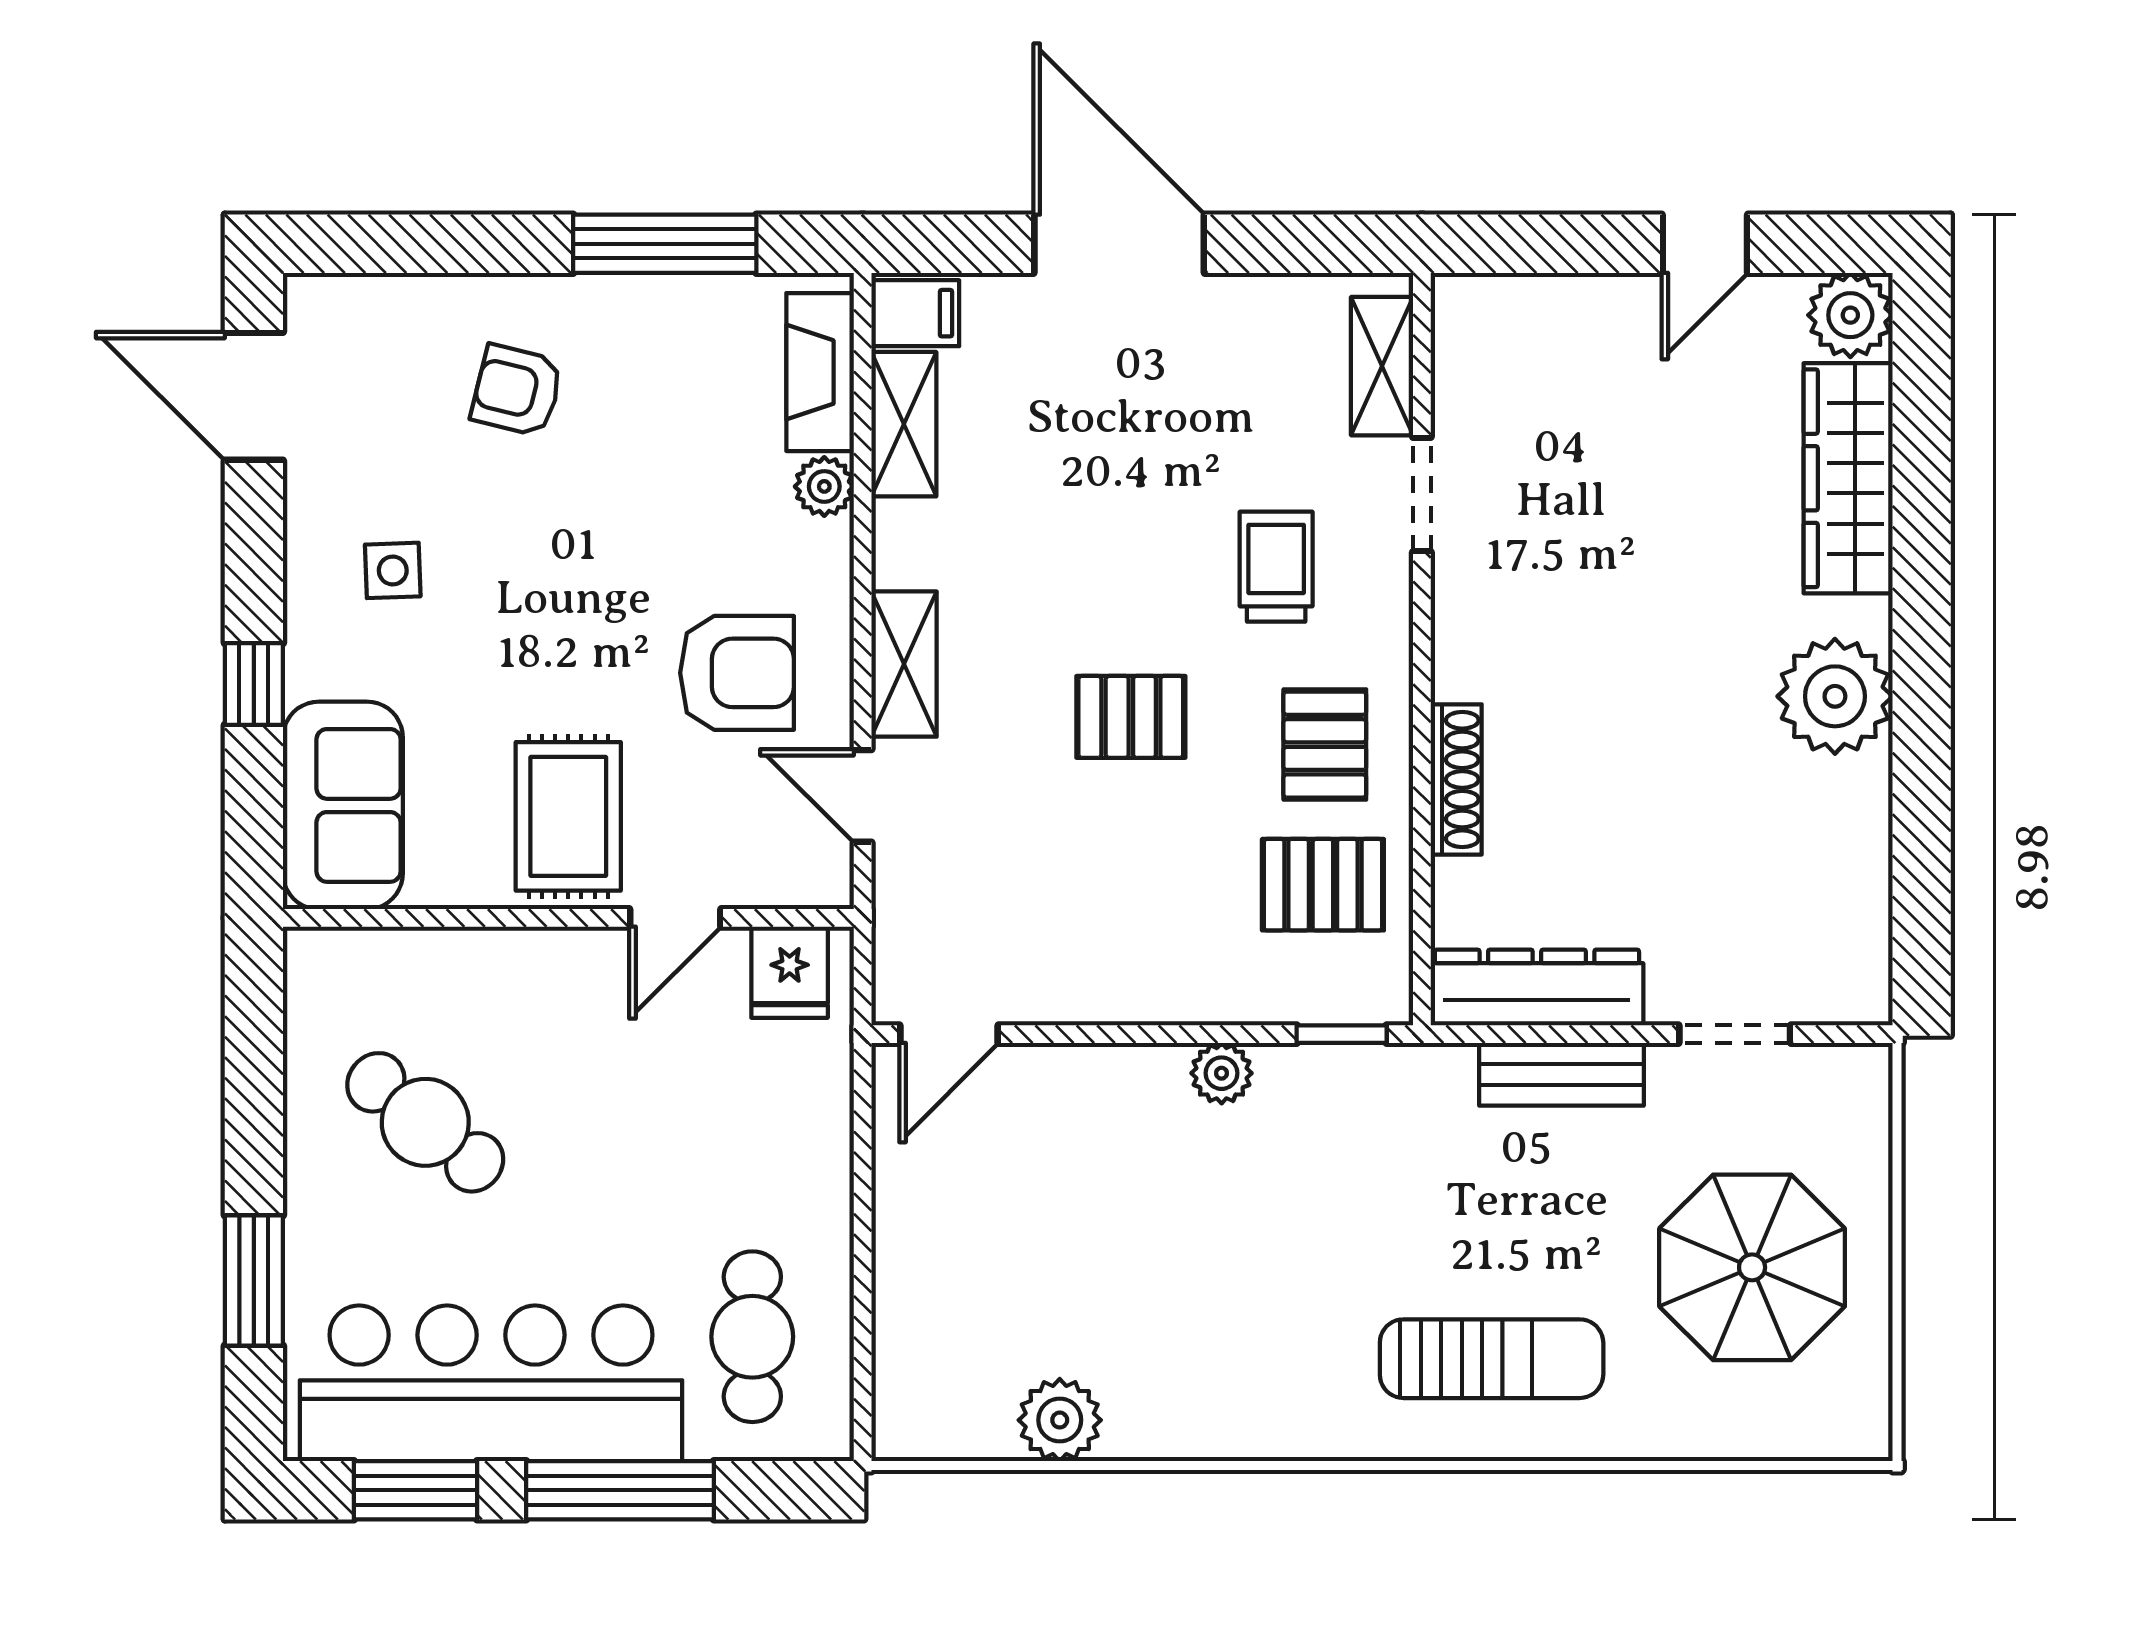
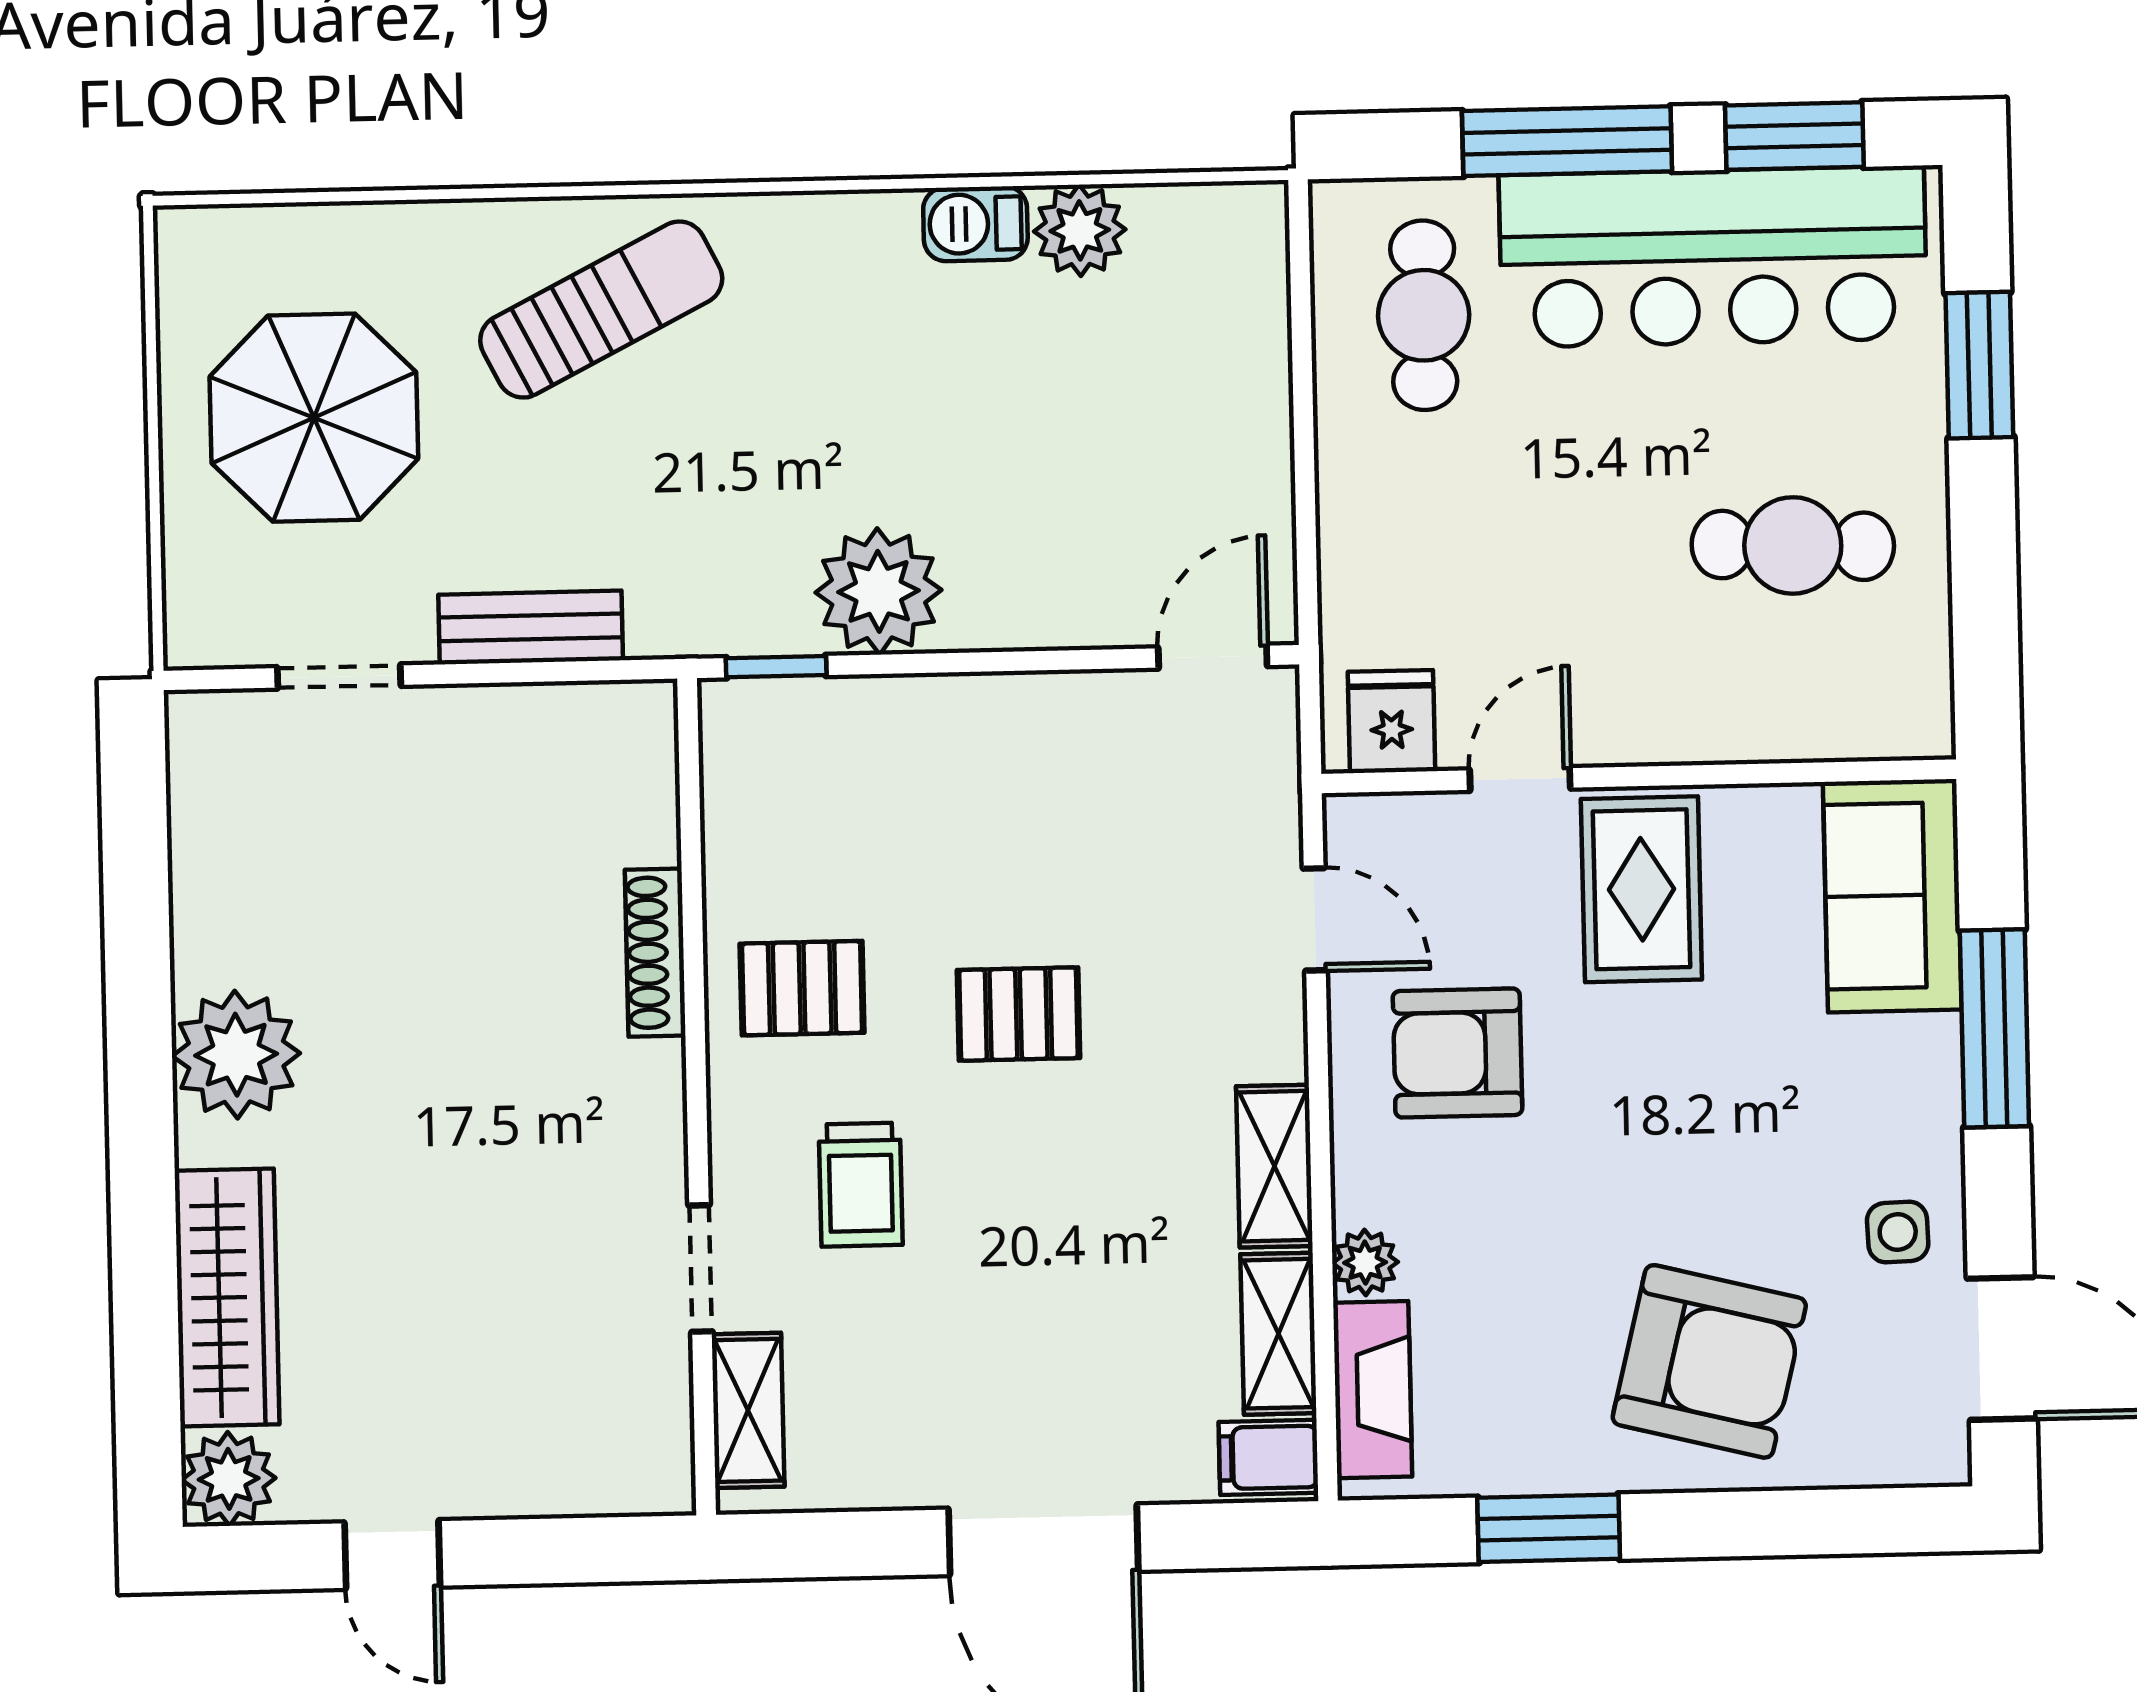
window: (665, 244) -> (1549, 1528), width x0.69
door: (1705, 244) -> (392, 1555), swing flipped
armchair: (517, 391) -> (1709, 1361), width x1.88, depth x1.88
side table: (393, 570) -> (1898, 1232), moved
shelving: (904, 664) -> (1274, 1166), moved
window: (254, 684) -> (1994, 1028), width x2.17
pallet: (1325, 745) -> (802, 988), turned 90
pallet: (1323, 885) -> (801, 832), removed
dresser: (1537, 987) -> (560, 723), removed
plant: (1222, 1073) -> (878, 591), width x1.88, depth x1.88
cafe table: (425, 1122) -> (1793, 545), turned -37
sun lounger: (1492, 1359) -> (601, 310), turned 153
barbecue: (1153, 1428) -> (975, 224), added

